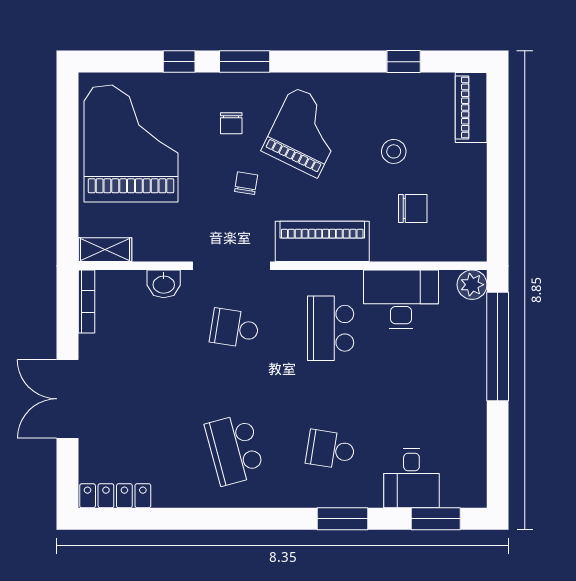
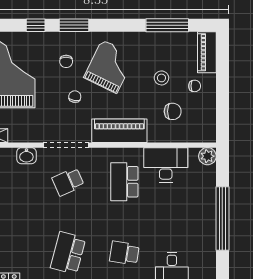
window: (404, 62) -> (167, 25), width x2.17
chair: (450, 165) -> (195, 86), added
school desk: (235, 328) -> (68, 182), turned -33
window: (498, 347) -> (222, 219), moved
school desk: (235, 450) -> (68, 253), turned 30

